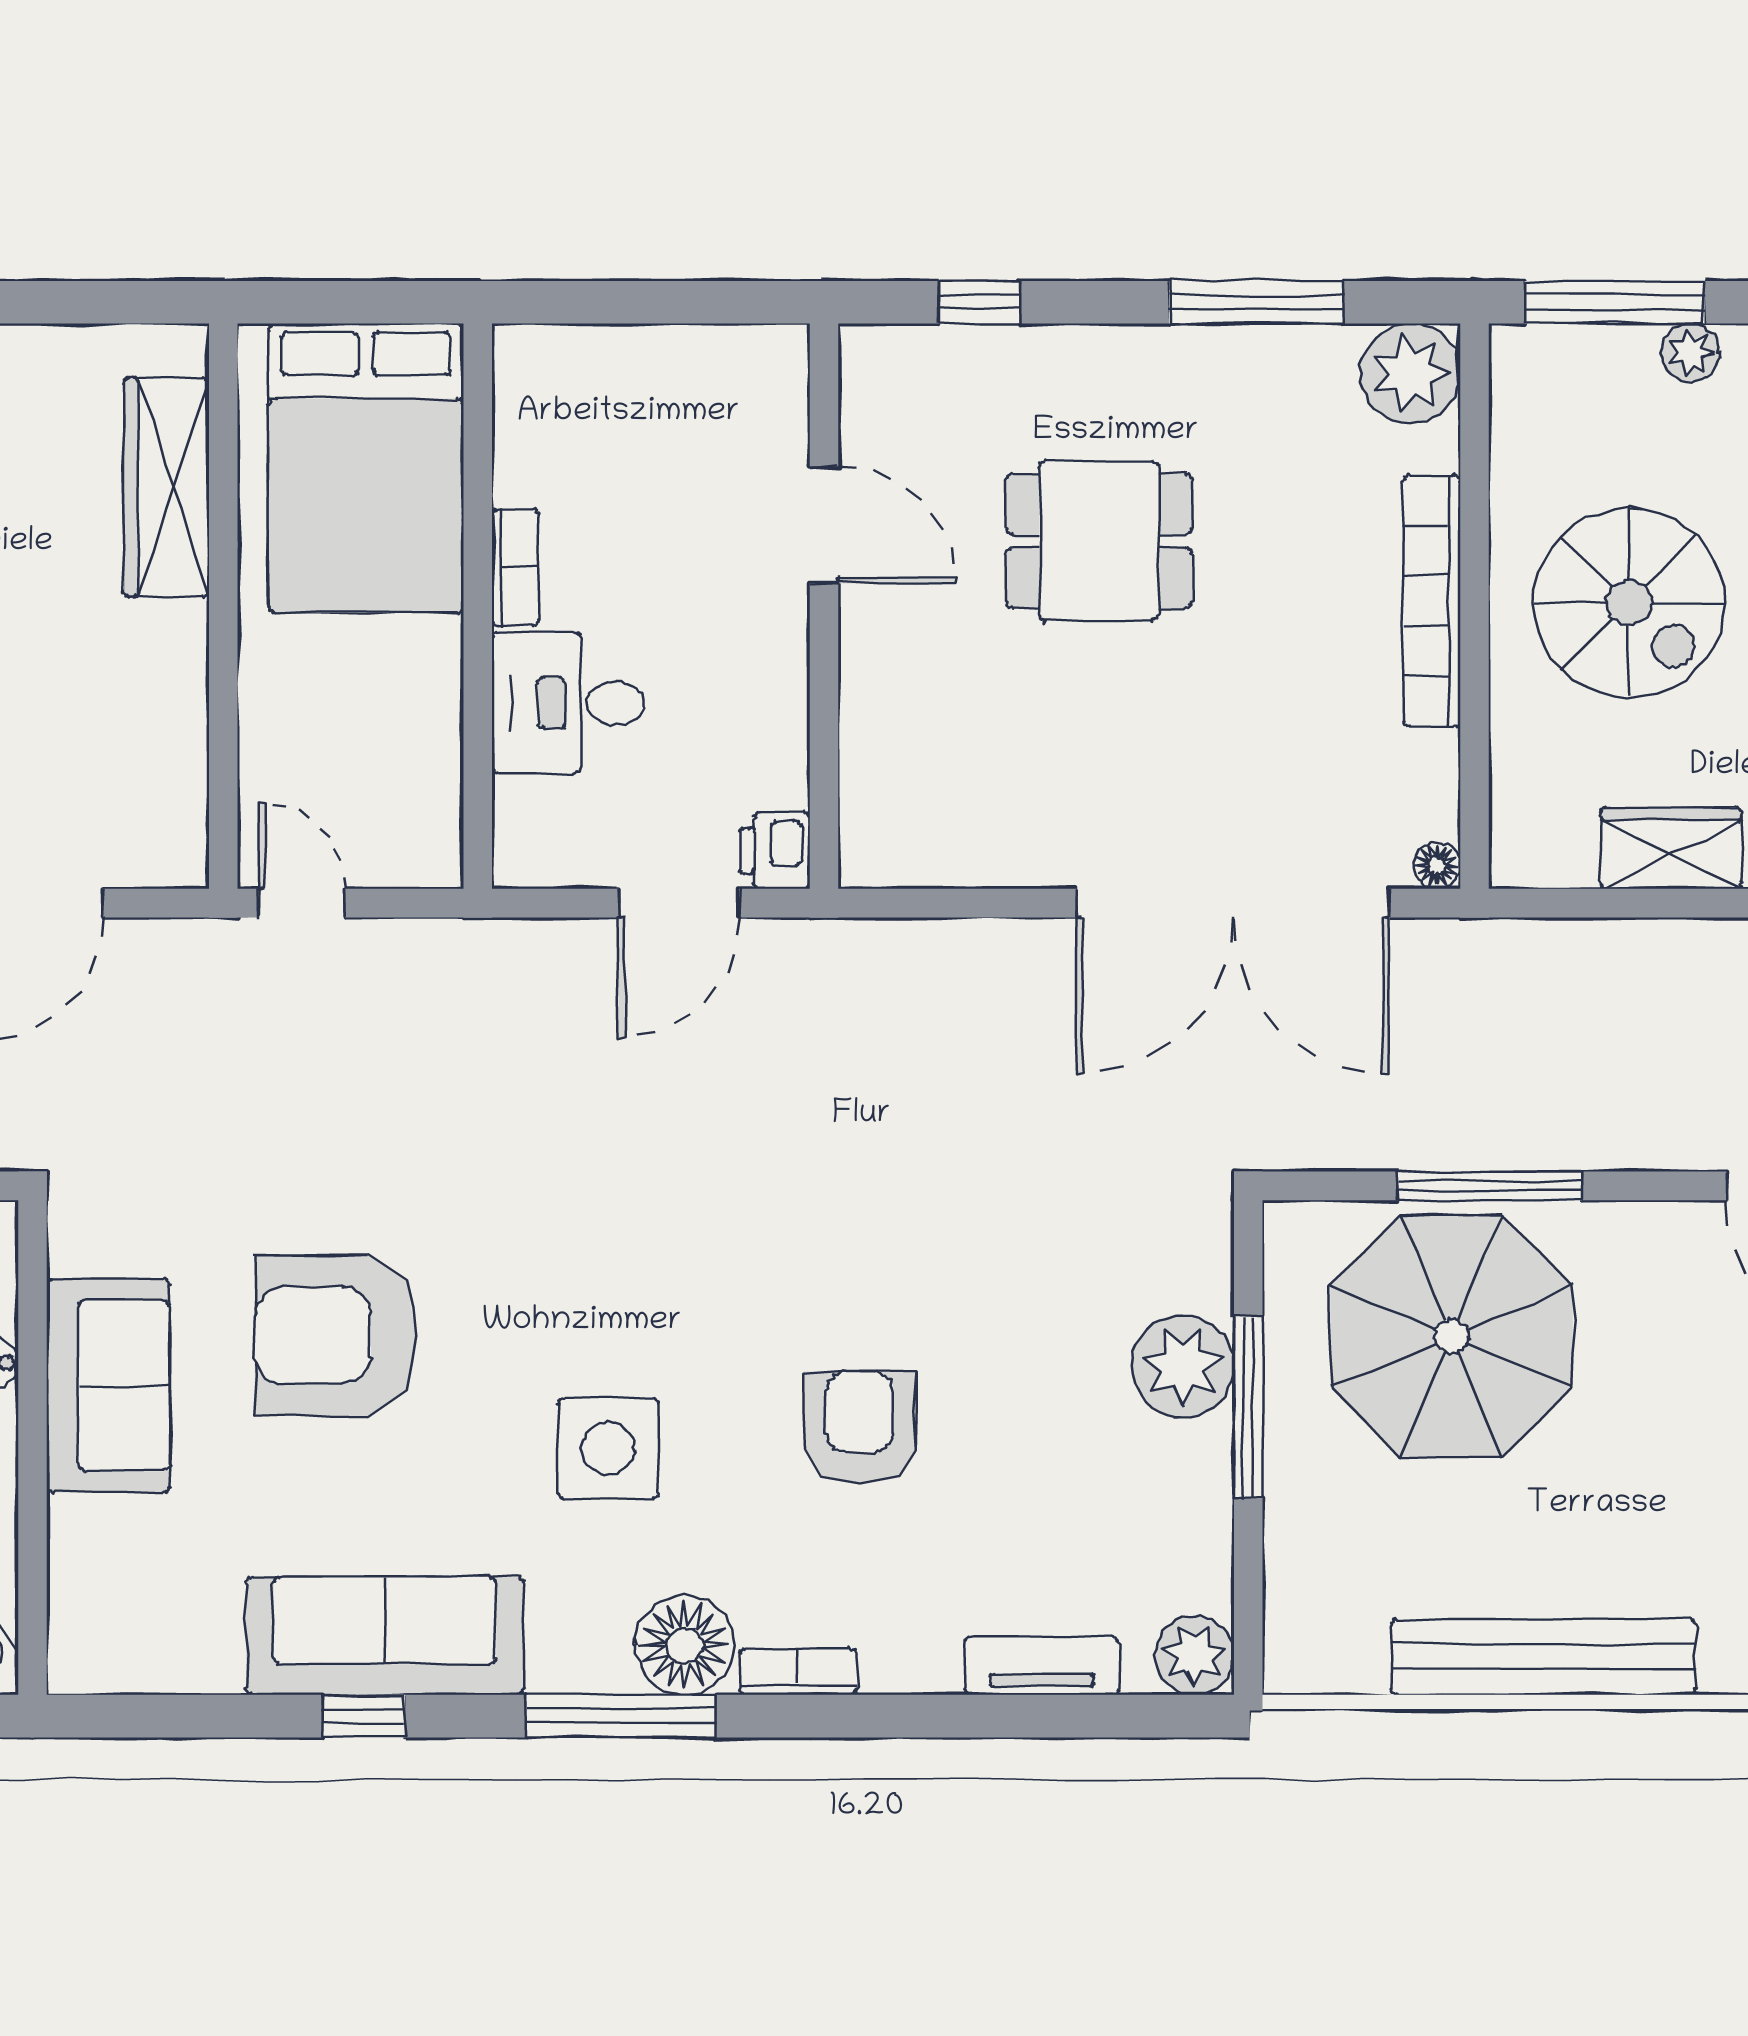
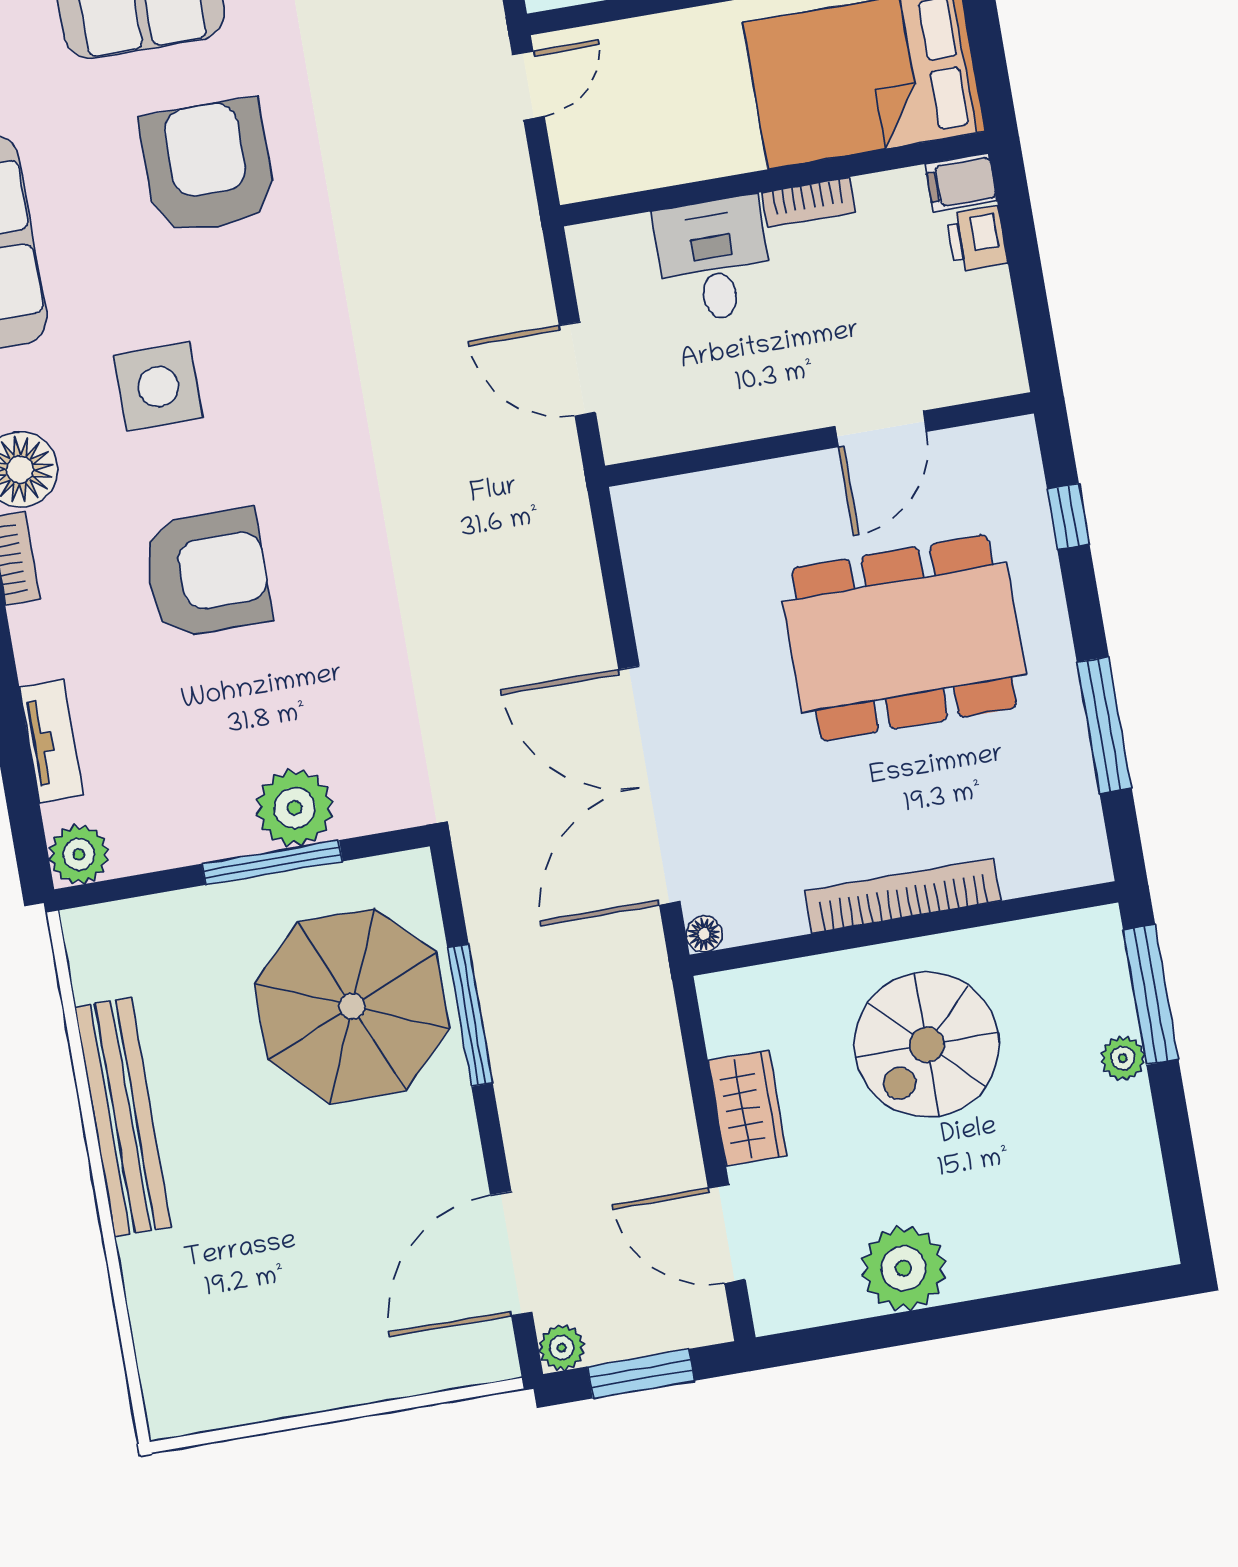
filing cabinet: (524, 366) -> (961, 182), added
plant: (1410, 373) -> (1071, 850), removed
dining table: (1099, 541) -> (904, 638), width x1.88, depth x1.24
printer: (775, 850) -> (977, 239), moved, turned -90
armchair: (860, 1428) -> (207, 573), width x1.36, depth x1.36

